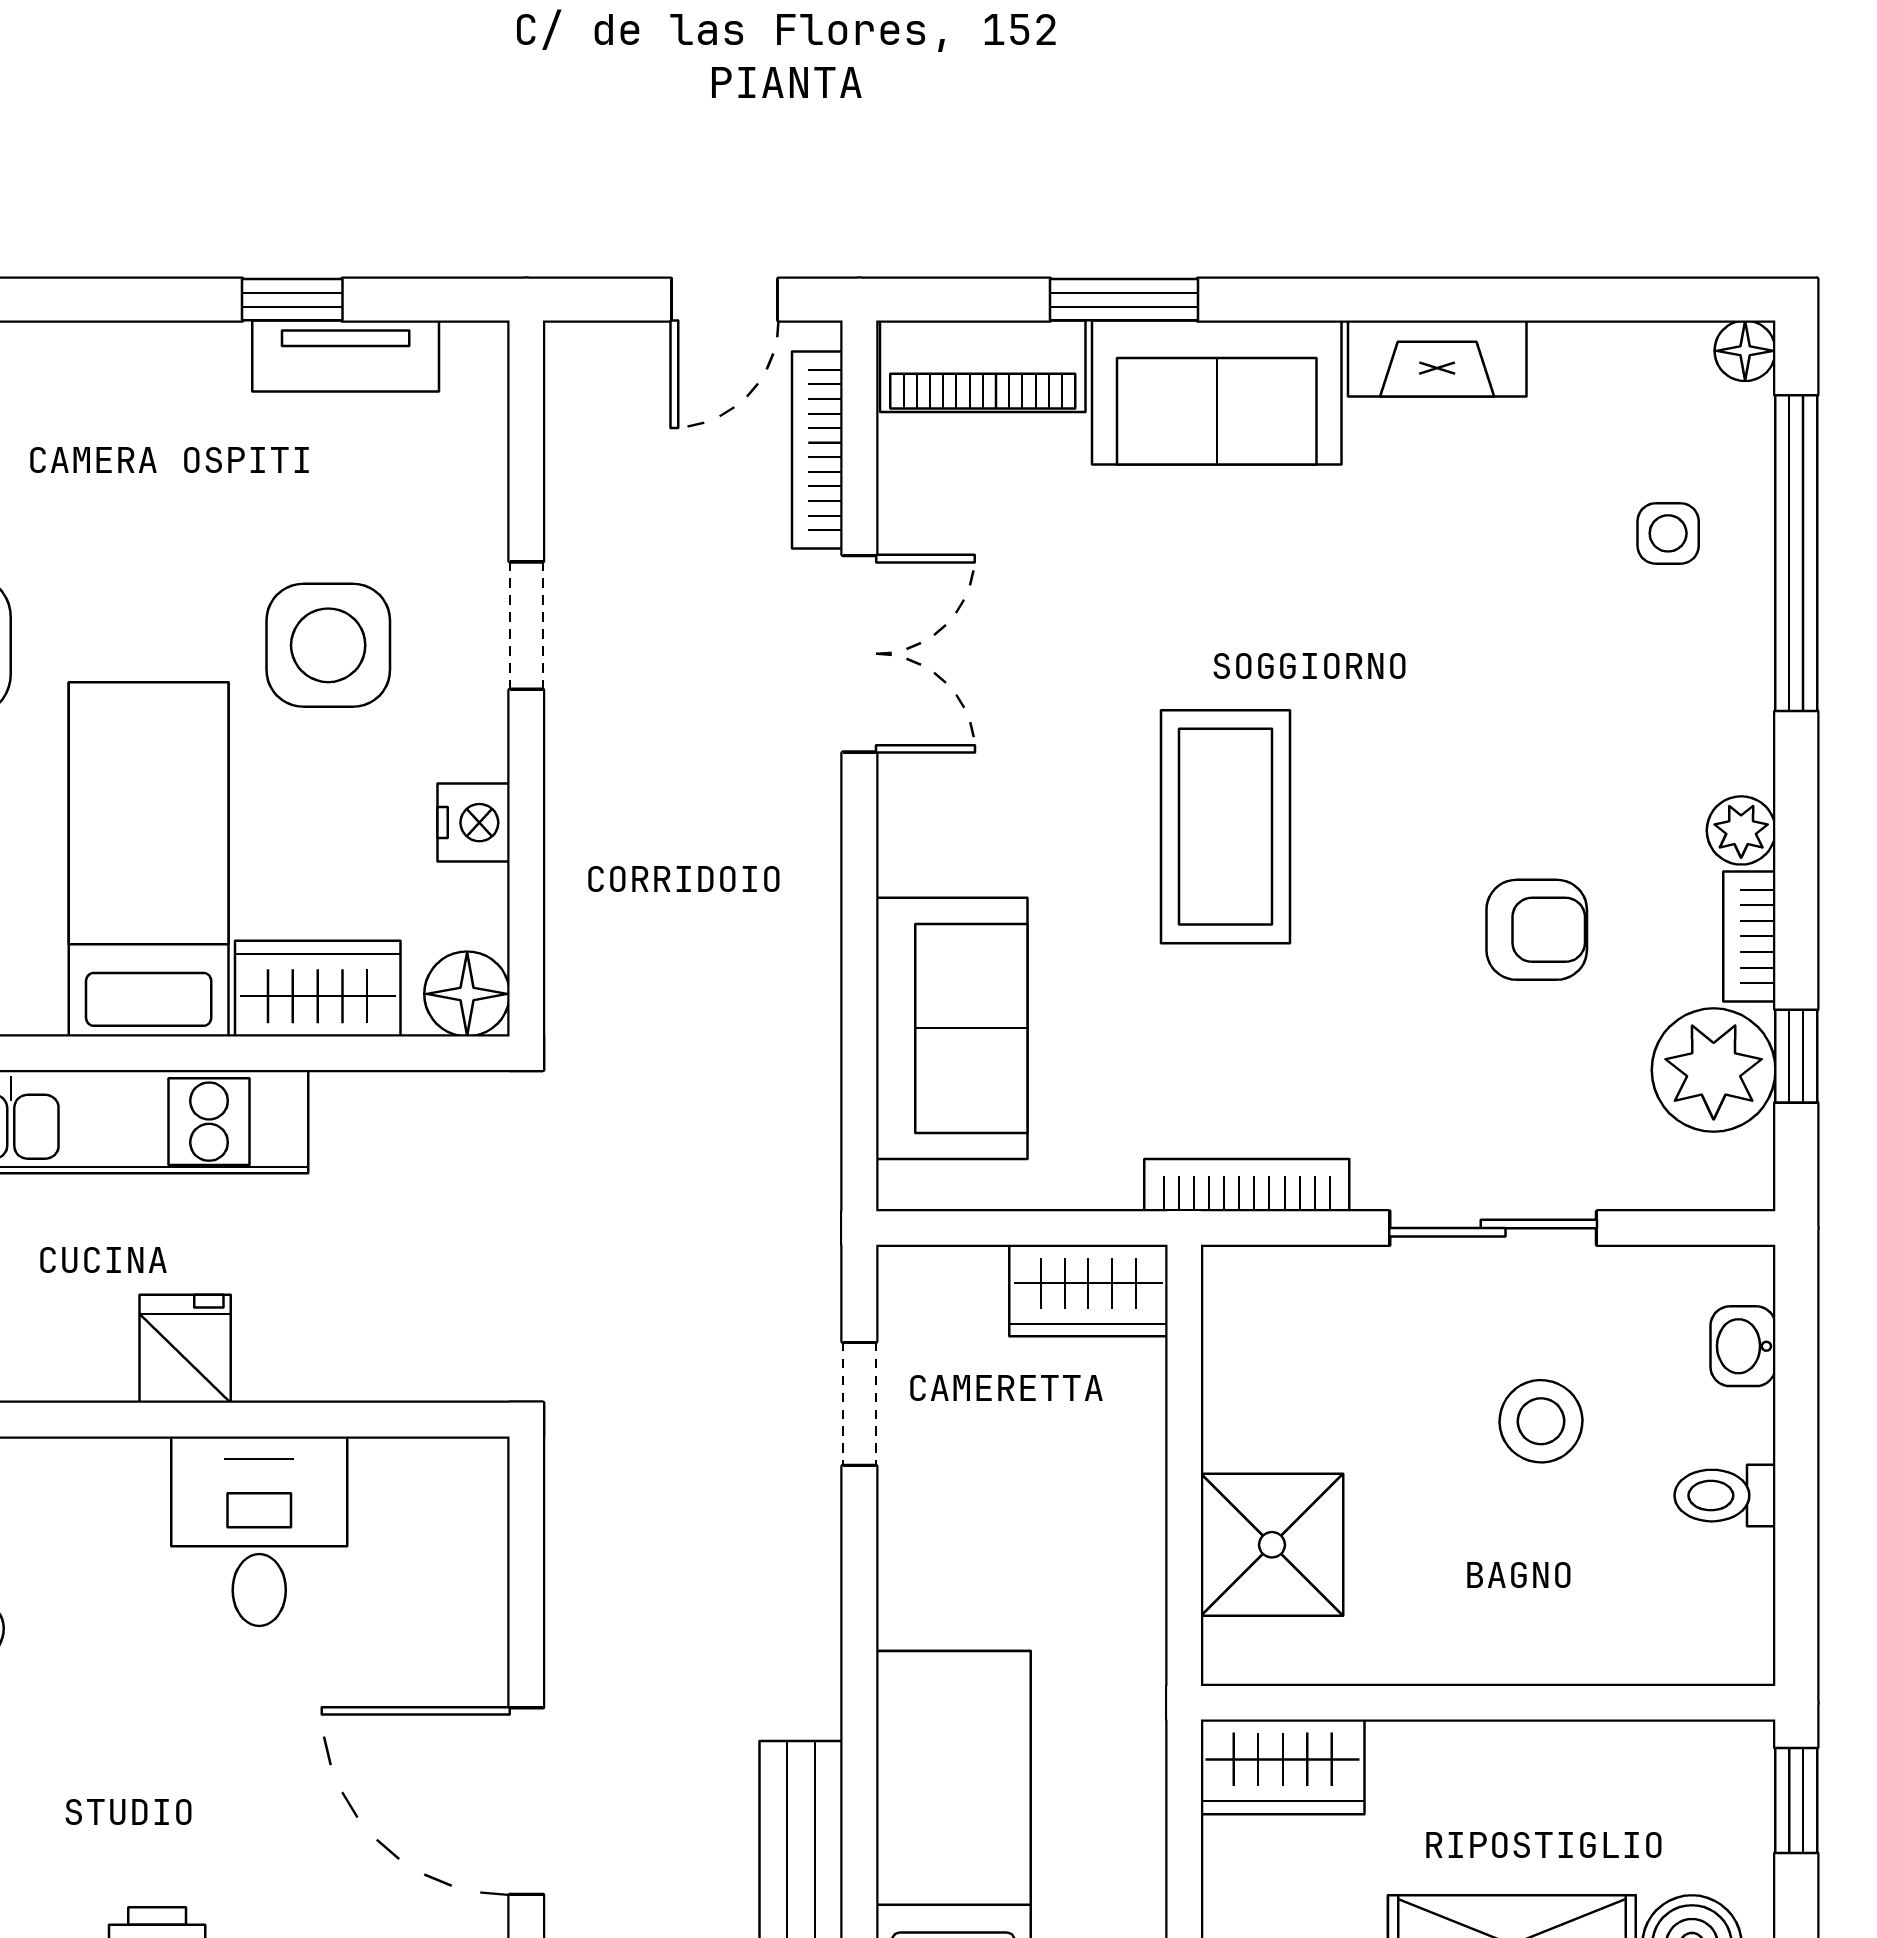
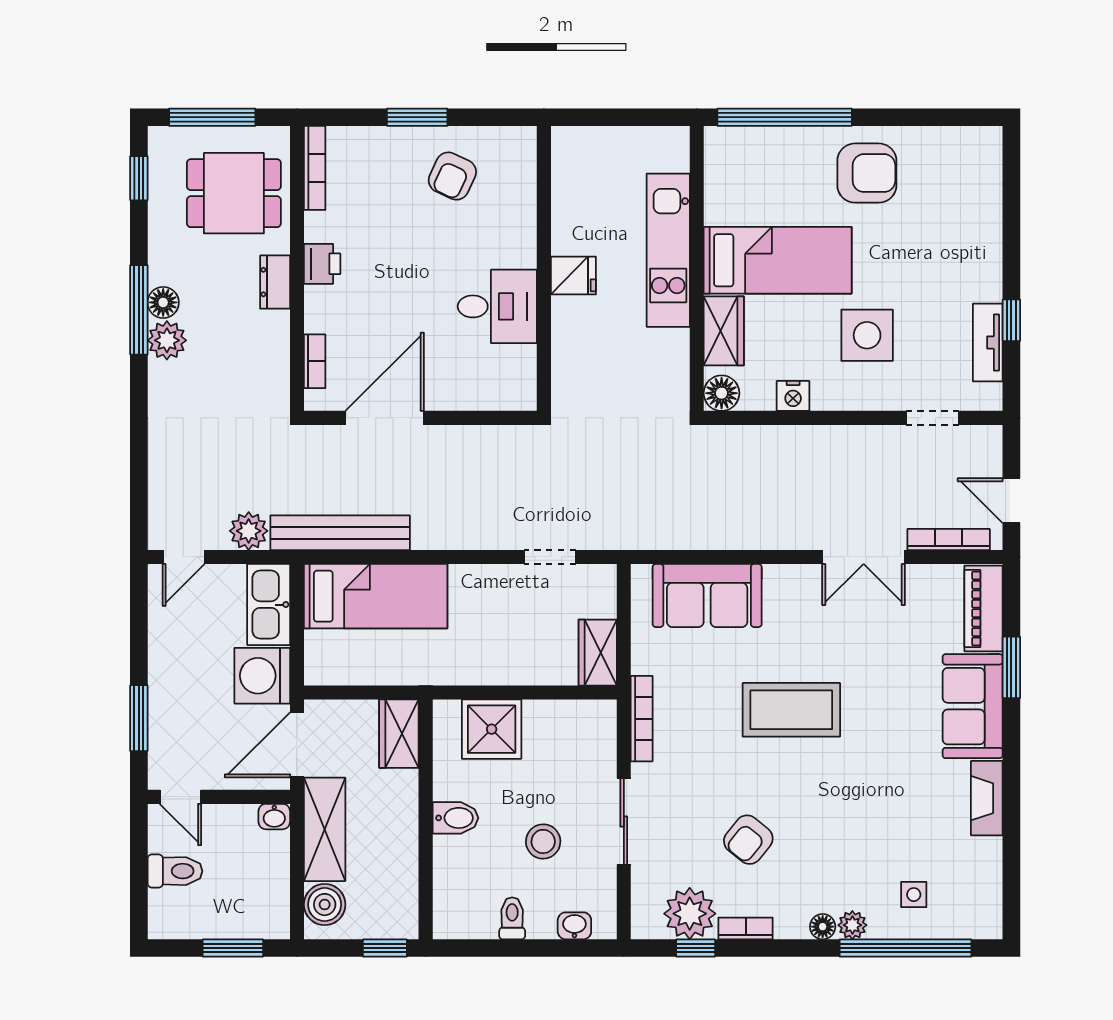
floor lamp: (1745, 351) -> (823, 927), moved
doorway: (526, 626) -> (933, 418), moved
plant: (1741, 830) -> (852, 925), moved
armchair: (1537, 930) -> (748, 840), turned 39
bidet: (1485, 1631) -> (455, 818), added

